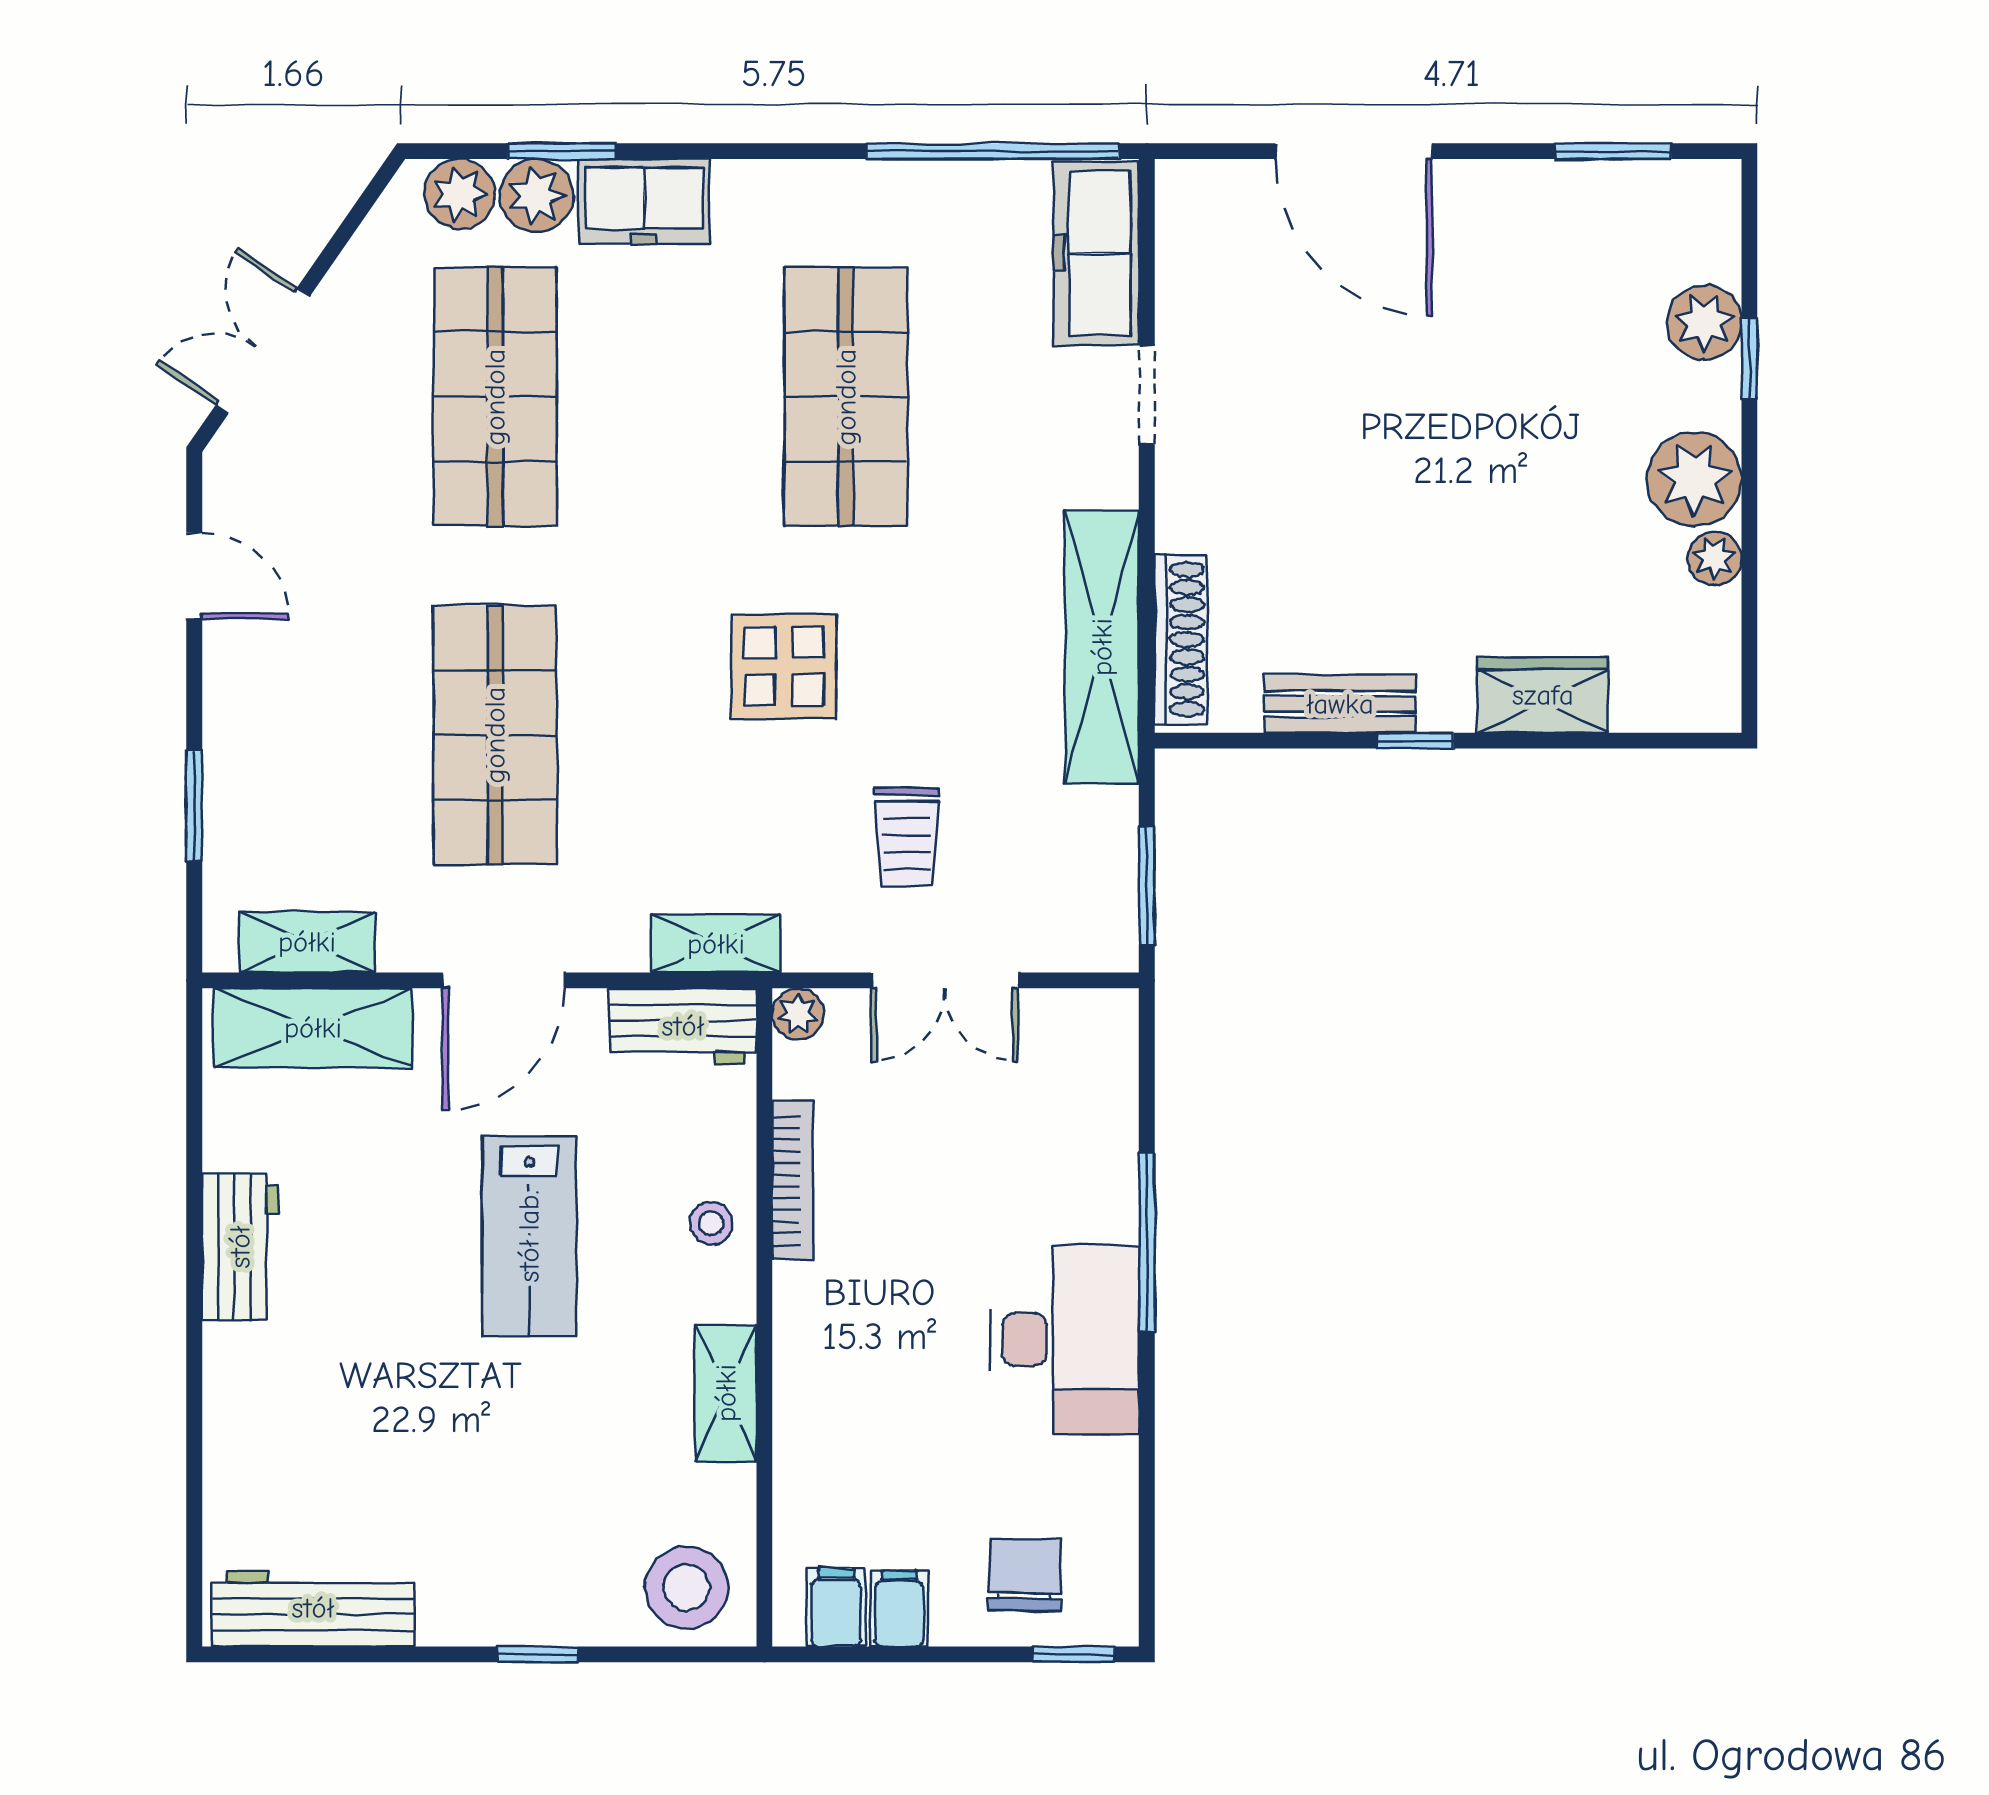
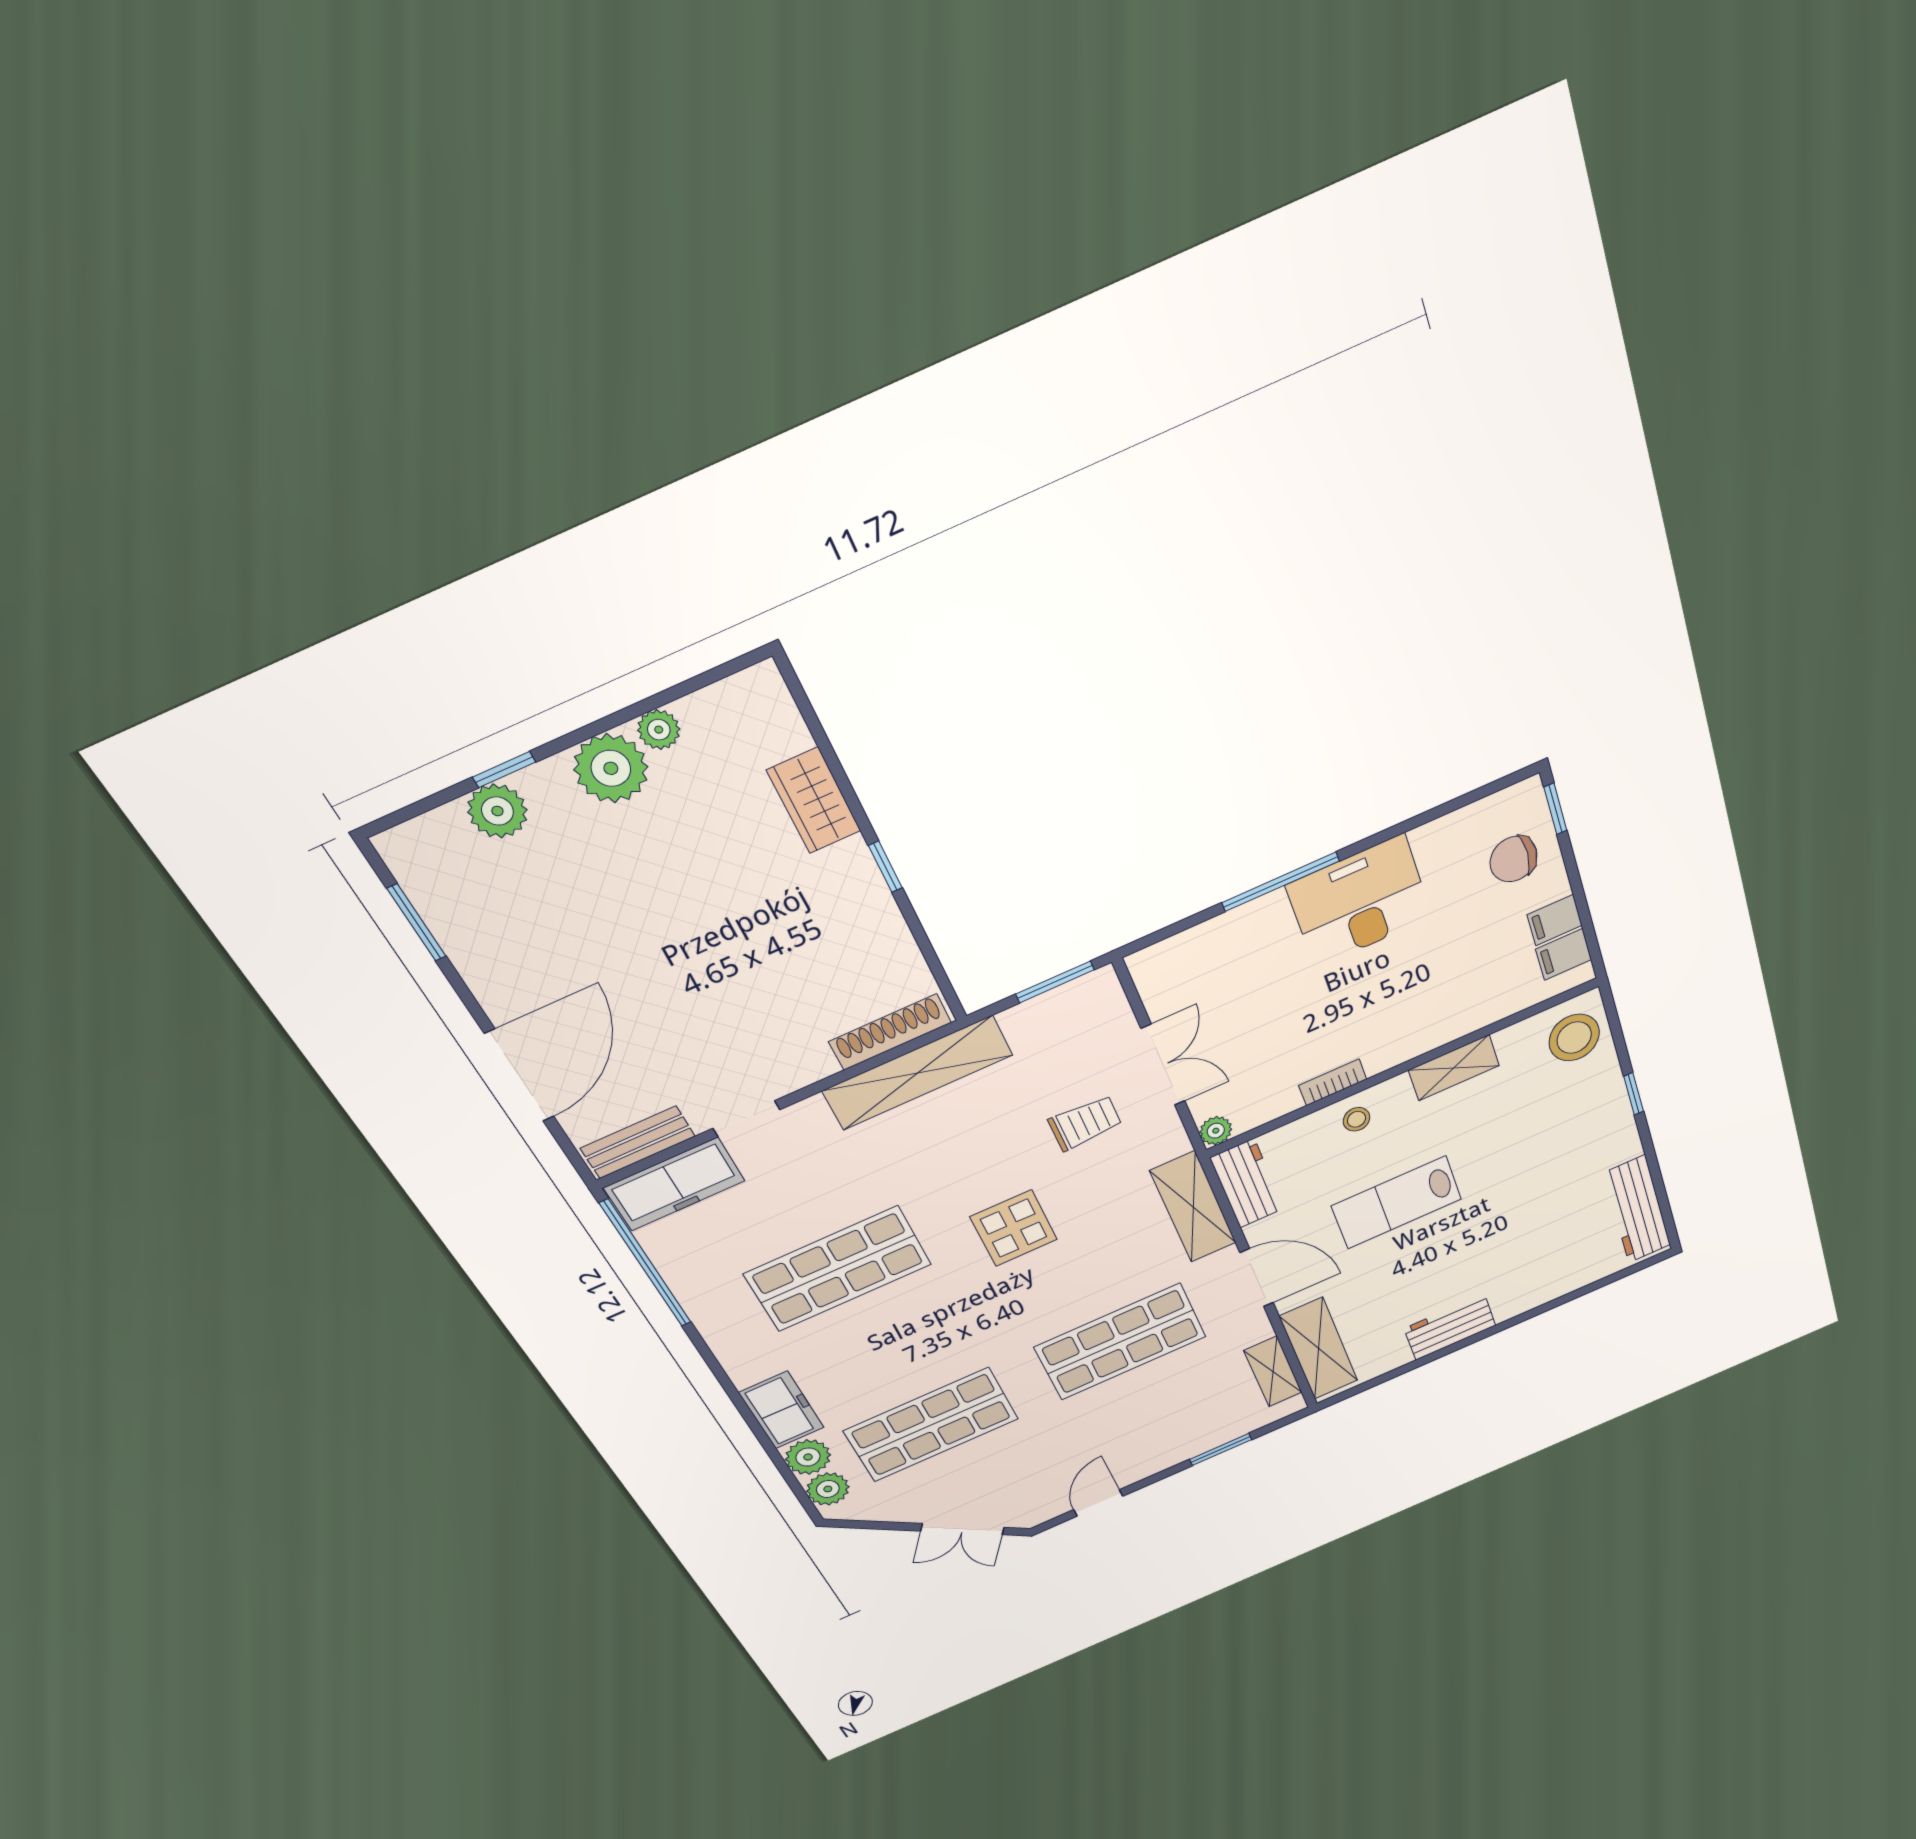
window: (562, 151) -> (776, 1457), removed
bench: (1340, 704) -> (638, 1142), moved, turned 90
shelving: (716, 944) -> (1193, 1207), width x1.50, depth x1.33
bookcase: (793, 1181) -> (1333, 1082), width x0.64
lab bench: (529, 1236) -> (1397, 1203), turned 180

